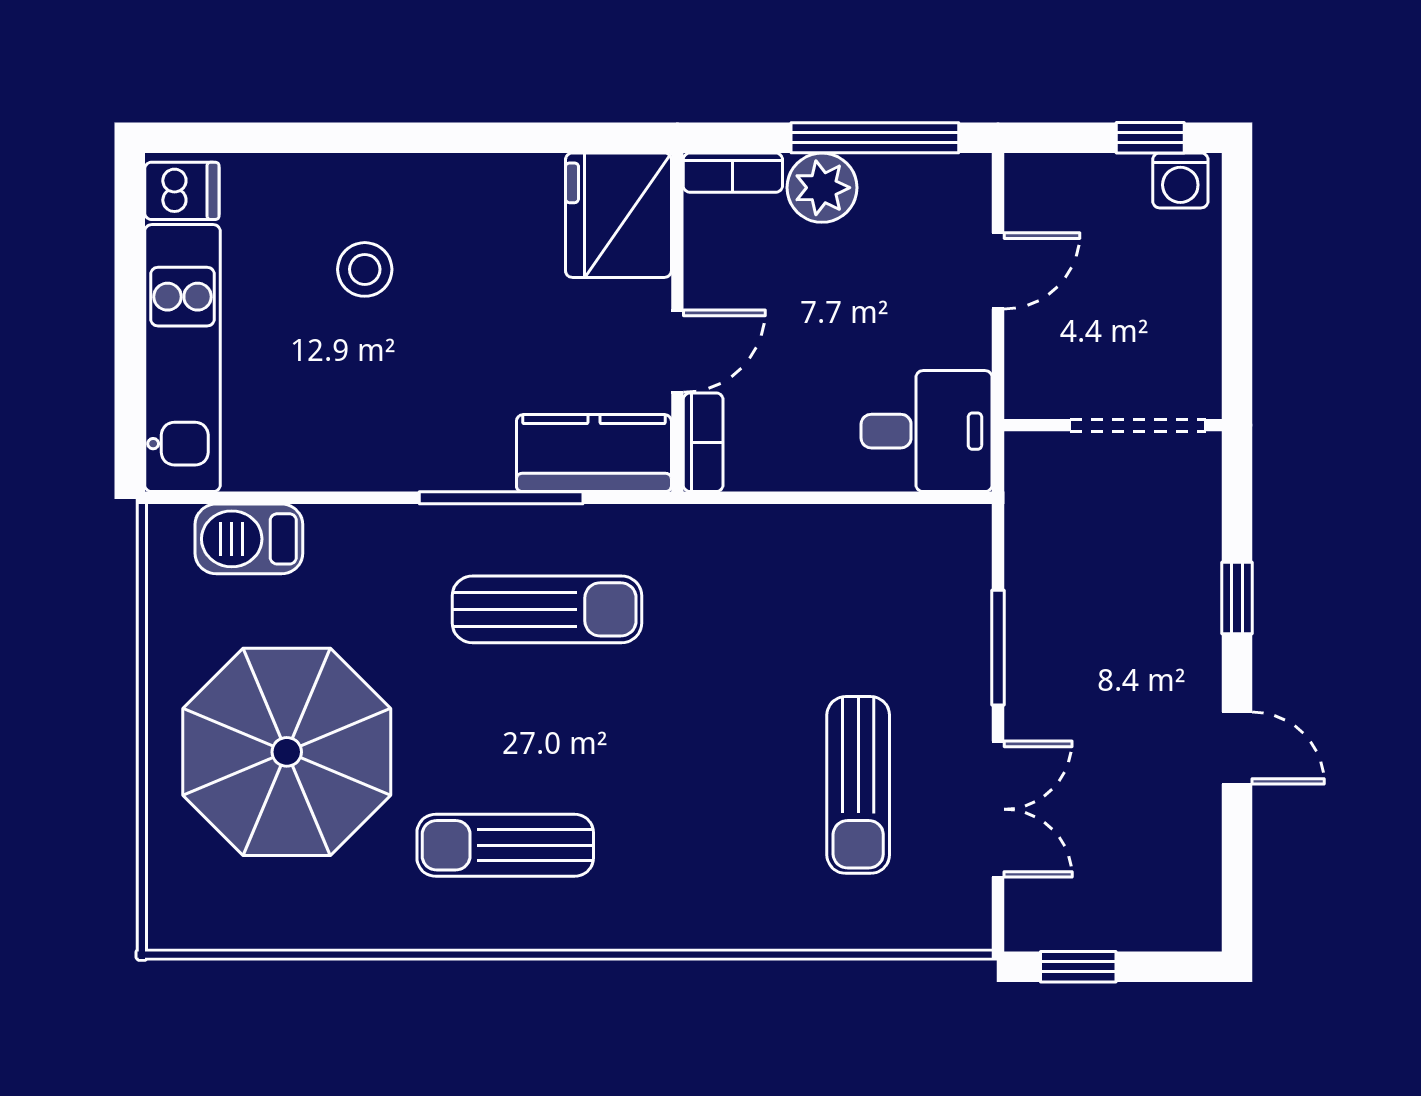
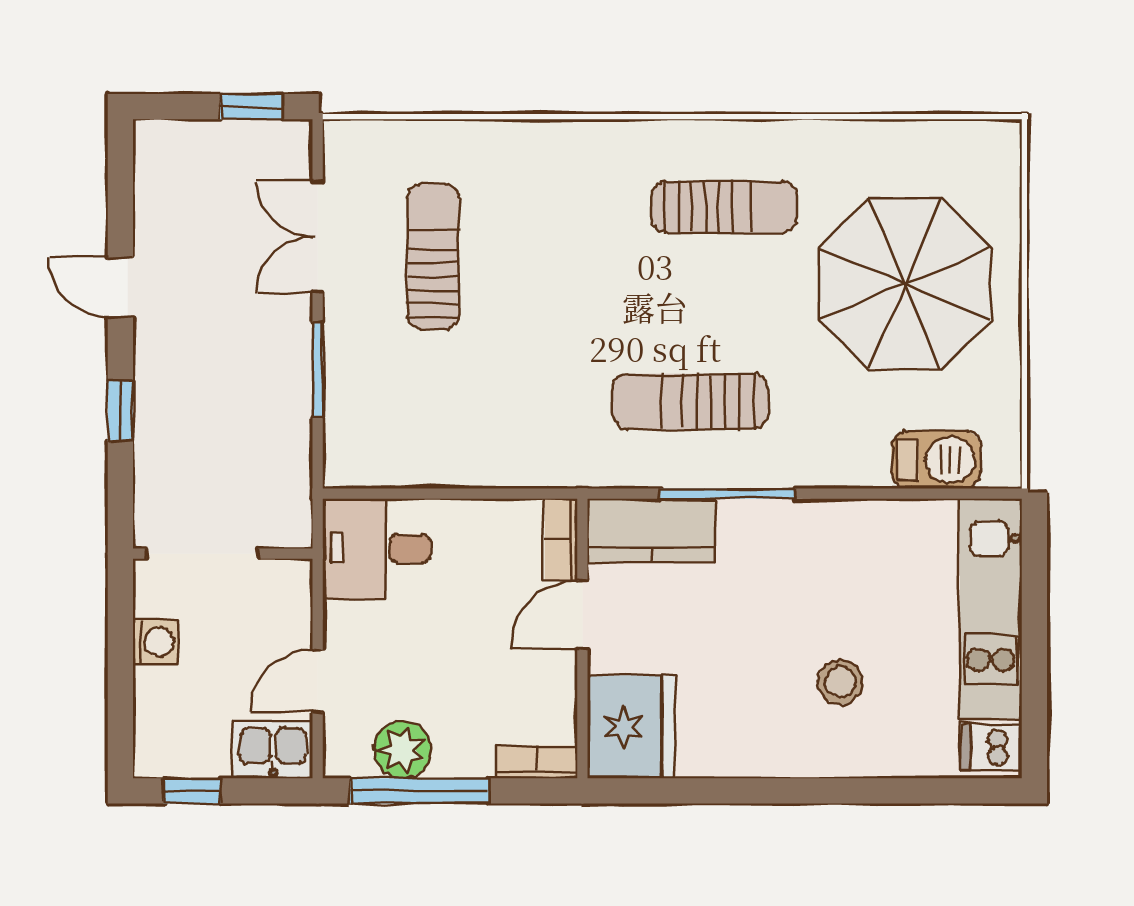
washing machine: (1180, 180) -> (156, 642), moved, turned 90
plant: (822, 188) -> (403, 750), moved
kitchen sink: (1052, 188) -> (273, 750), added

